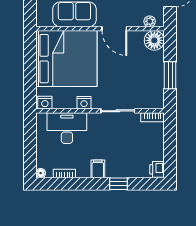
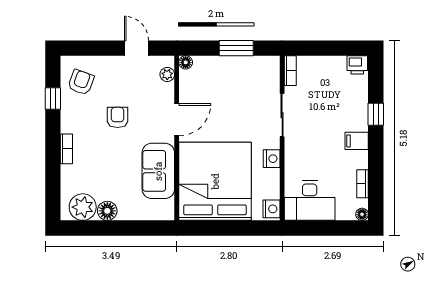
floor lamp: (154, 40) -> (186, 62), width x0.53, depth x0.53
desk: (67, 128) -> (310, 201), moved, turned -90

